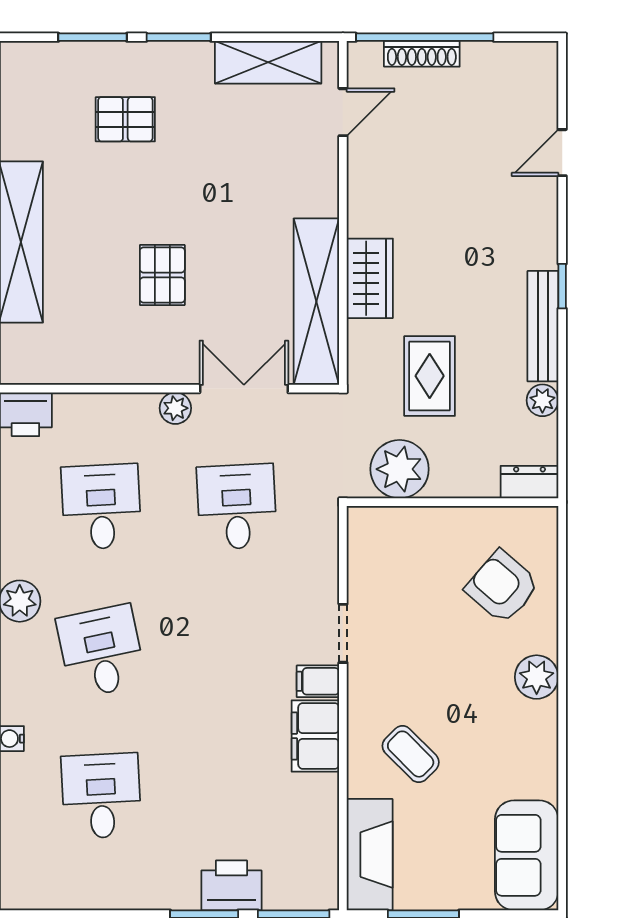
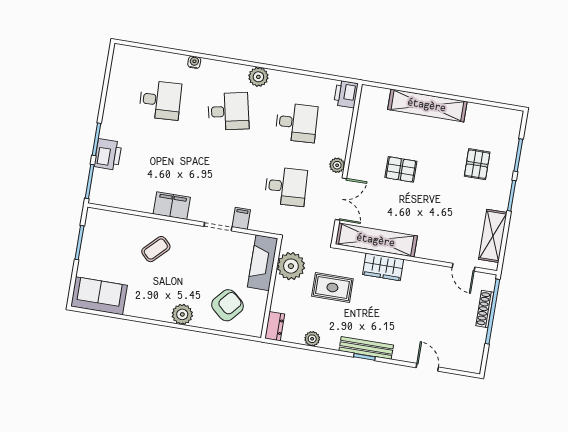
bench: (543, 326) -> (366, 348), moved
filing cabinet: (318, 681) -> (241, 218), moved
fireplace: (370, 855) -> (263, 263), moved, turned 90

